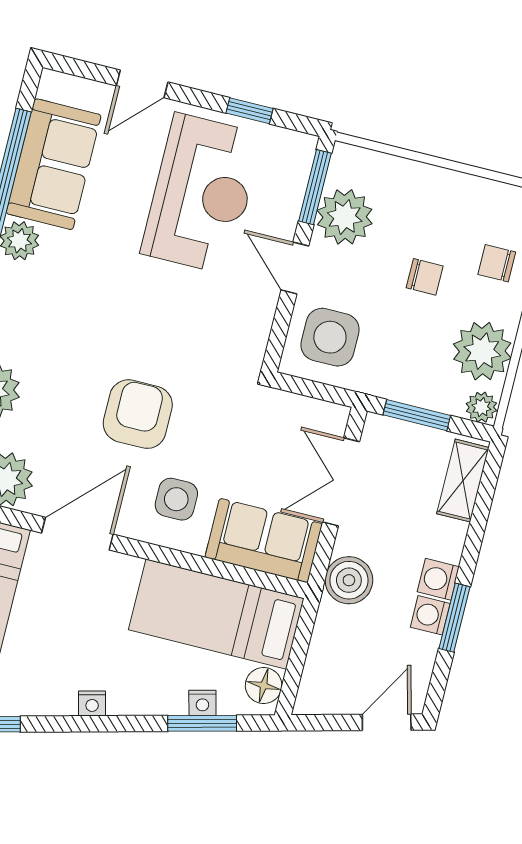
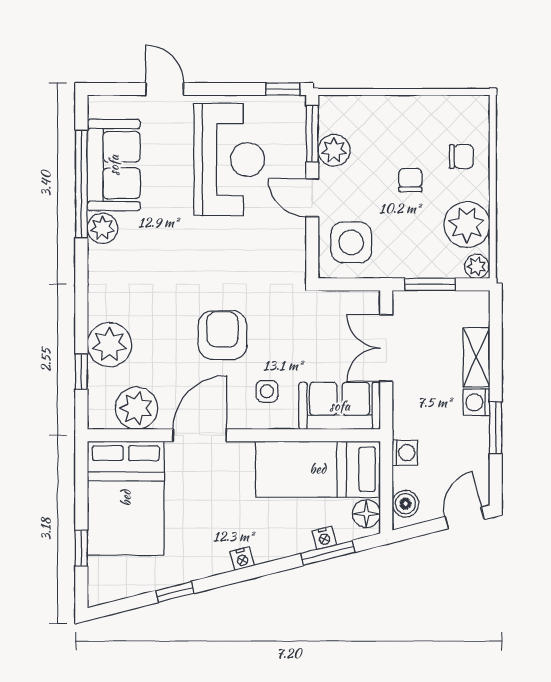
door: (142, 84) -> (165, 89), swing flipped
window: (250, 111) -> (283, 89), moved
plant: (345, 217) -> (334, 150), width x0.73, depth x0.73
chair: (497, 263) -> (461, 157), turned 180
chair: (425, 277) -> (410, 180), turned -90
shelving: (463, 481) -> (476, 357), moved
side table: (176, 499) -> (267, 391), width x0.73, depth x0.73
boiler: (349, 580) -> (405, 504), moved, width x0.73, depth x0.73
washing machine: (430, 615) -> (405, 453), moved, turned 180

